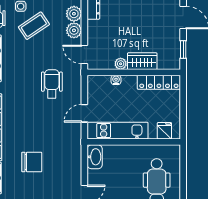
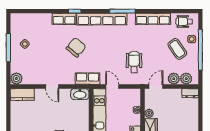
wheelchair: (52, 84) -> (134, 62), turned -90
row of seats: (74, 146) -> (88, 79), added
chair: (32, 162) -> (76, 47), turned -141

